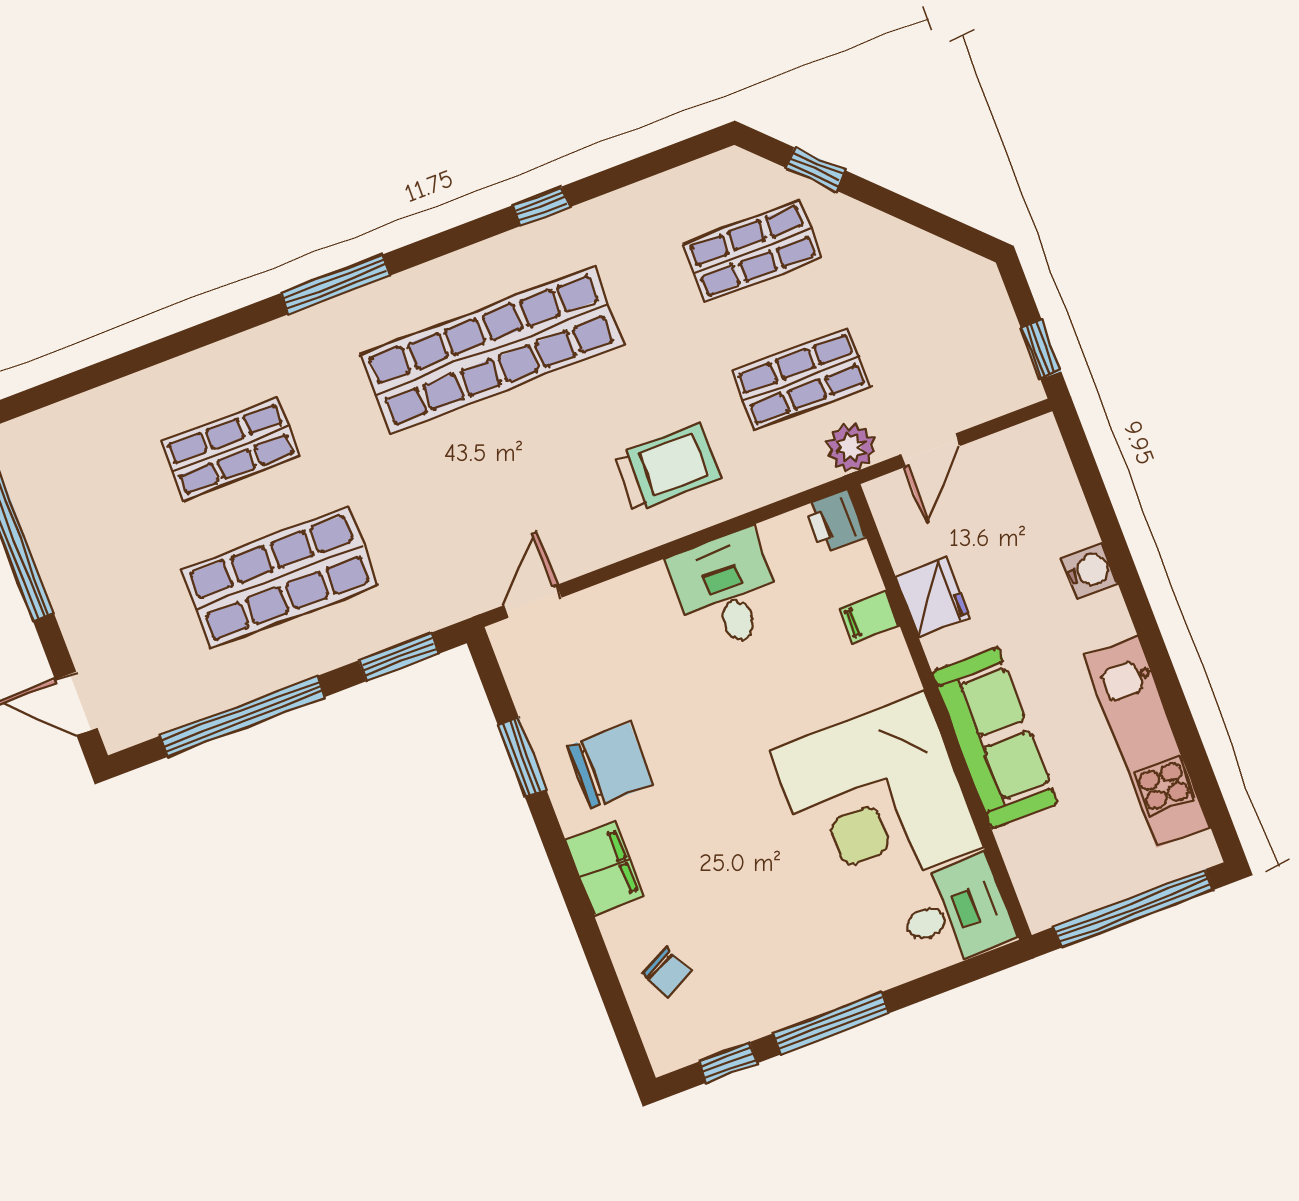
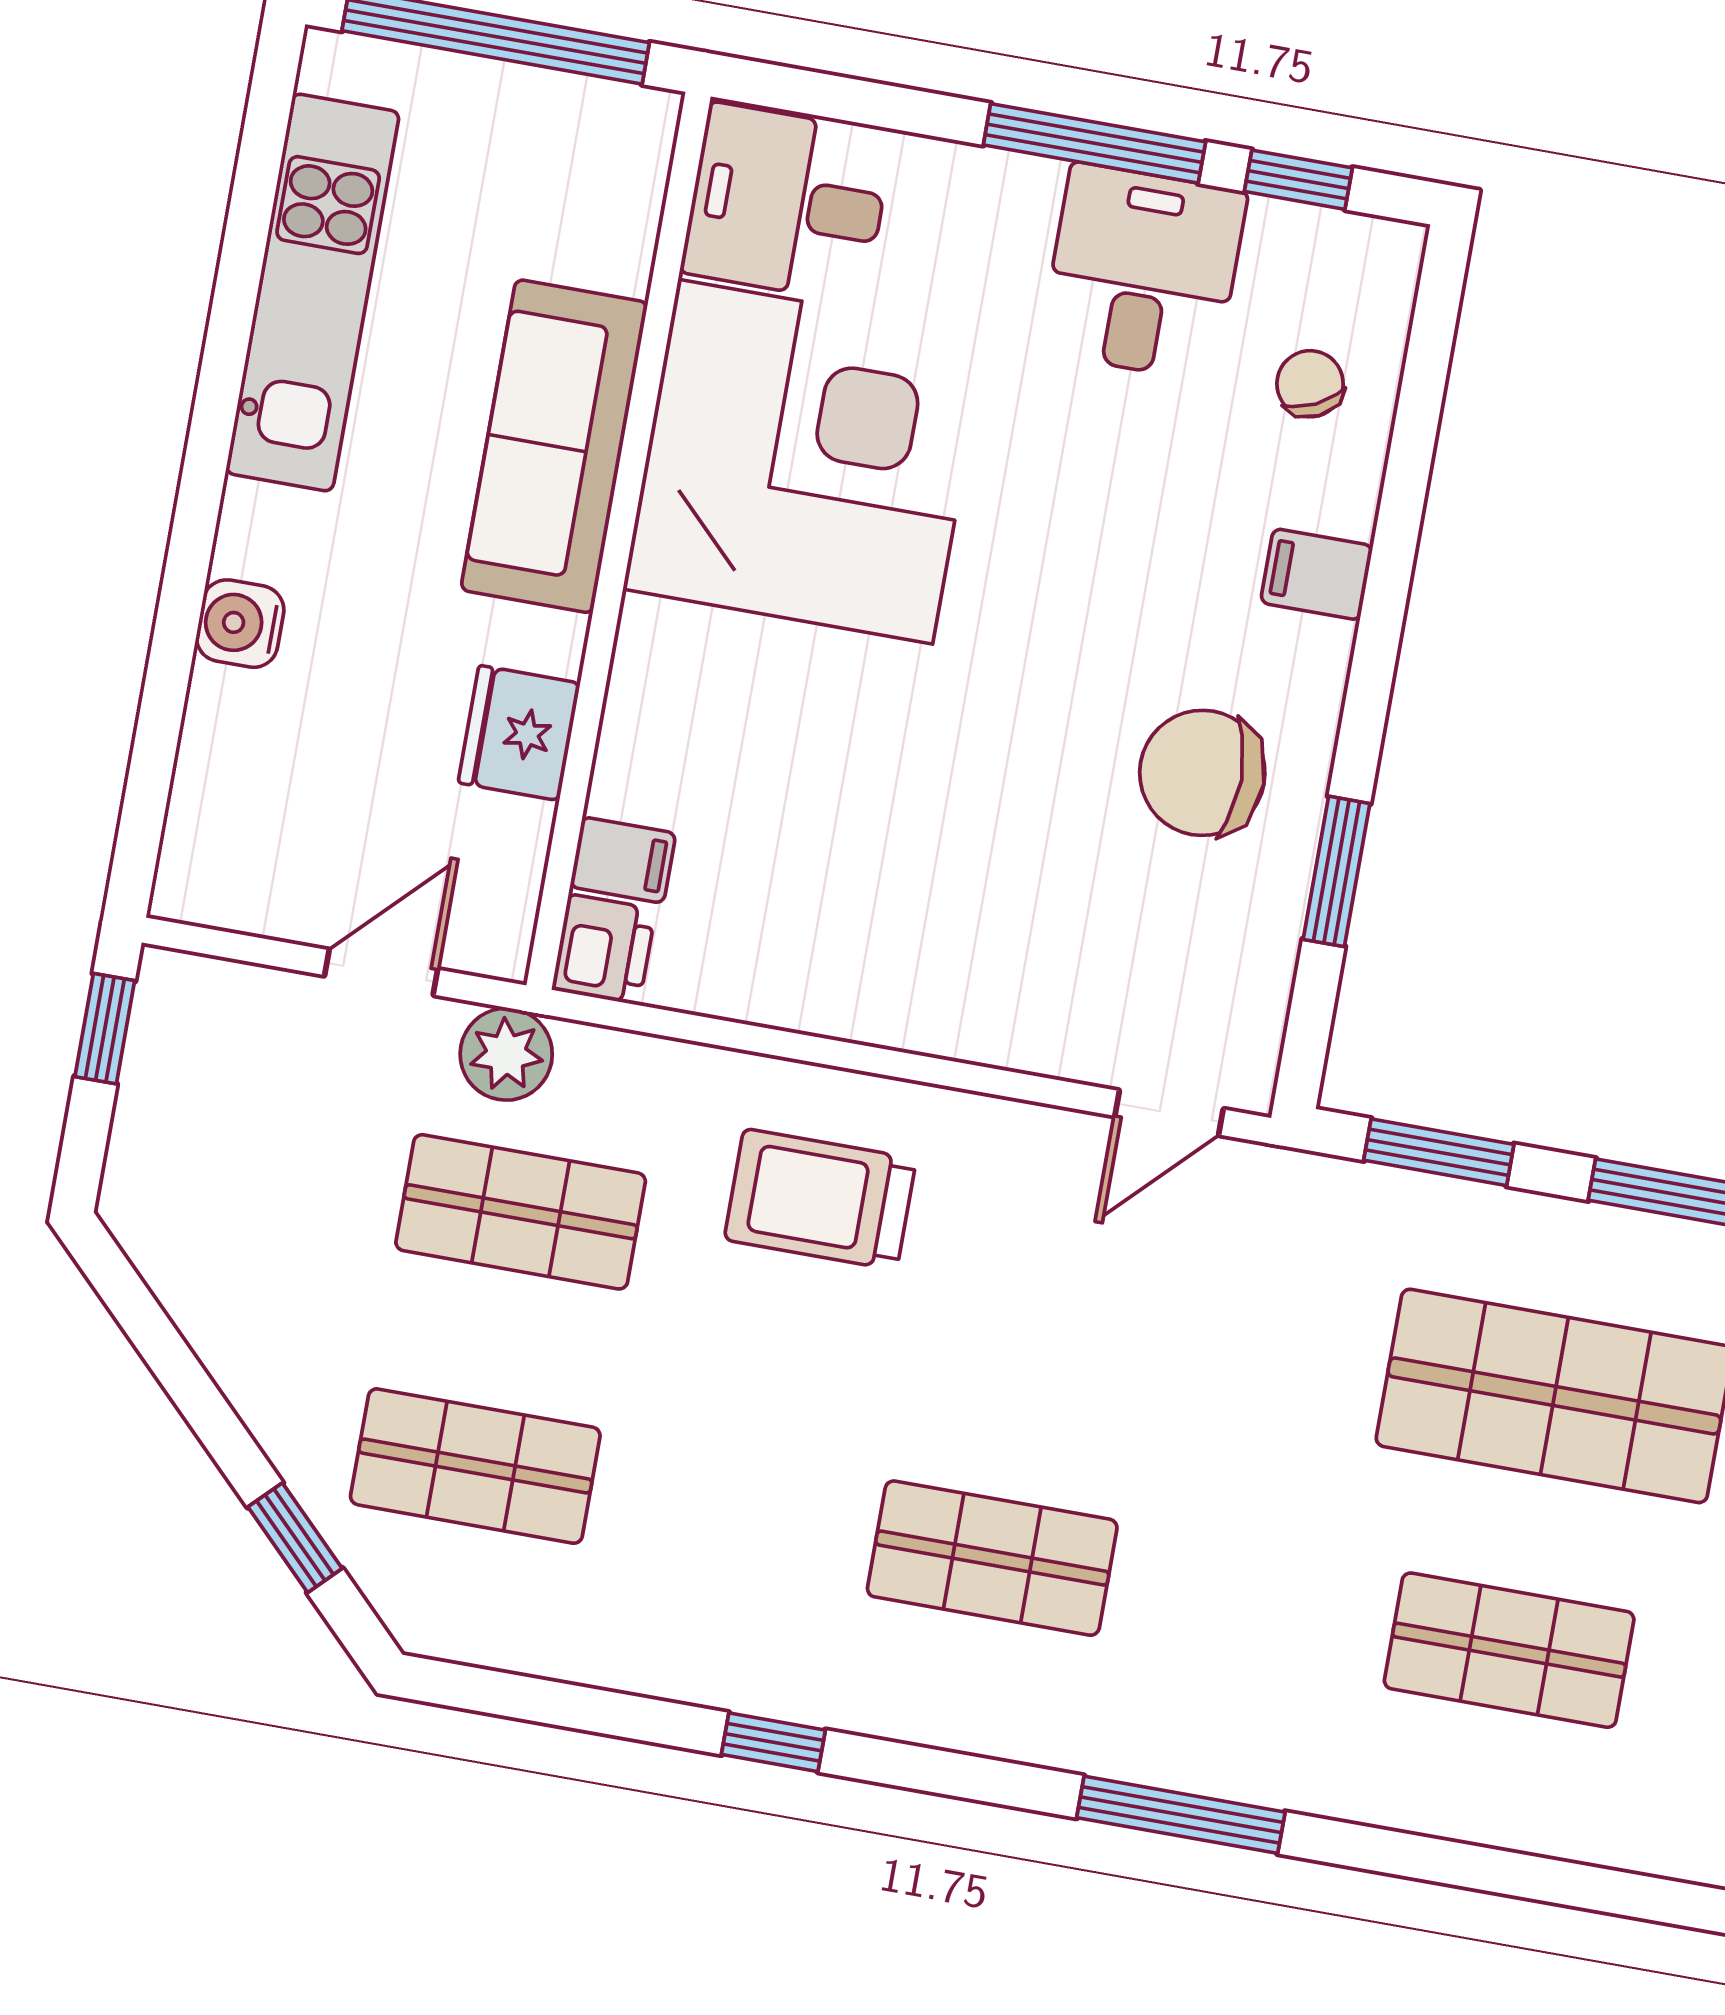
shop shelf: (492, 350) -> (992, 1558), width x0.50, depth x0.74
desk: (726, 590) -> (1143, 272), moved, turned 180
filing cabinet: (869, 617) -> (623, 860), moved
filing cabinet: (605, 868) -> (1317, 574), width x0.50

